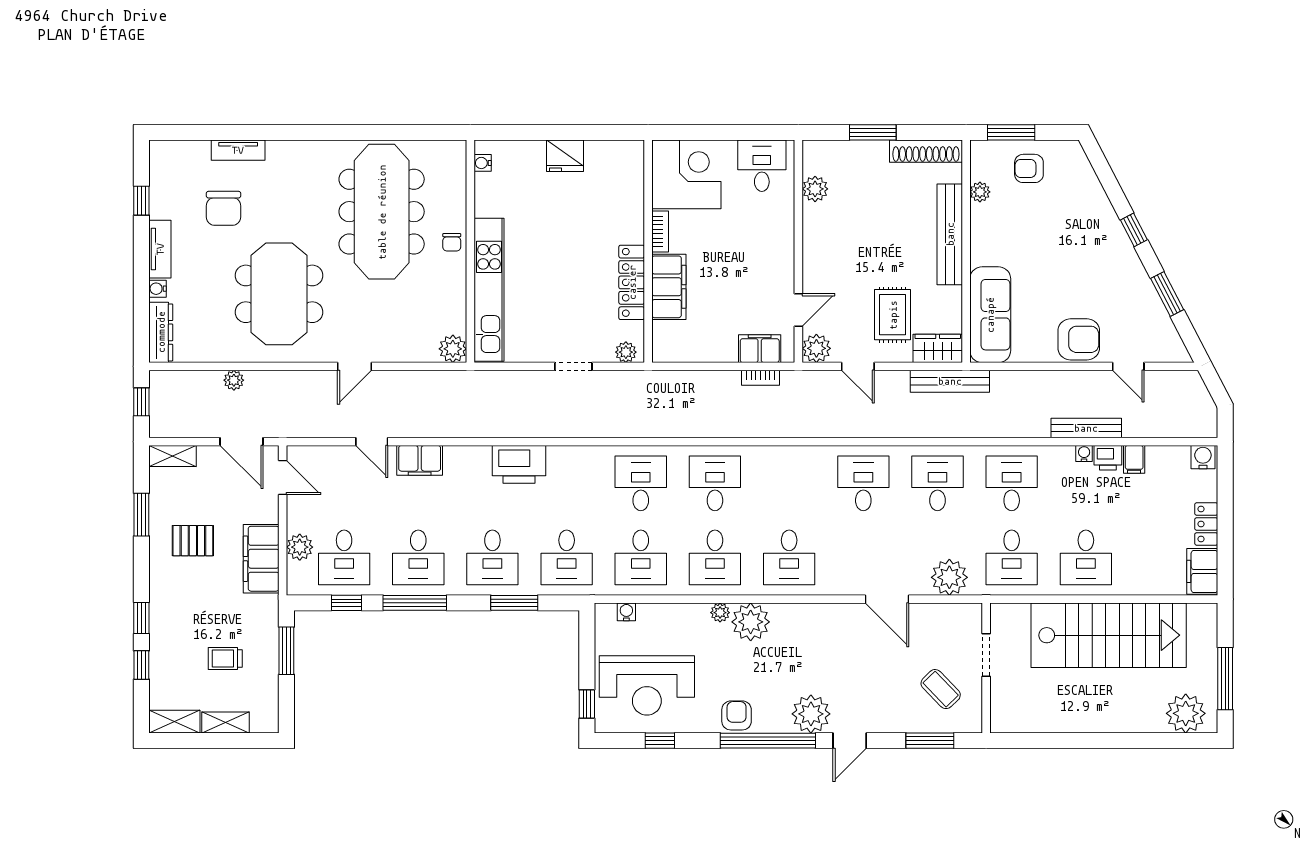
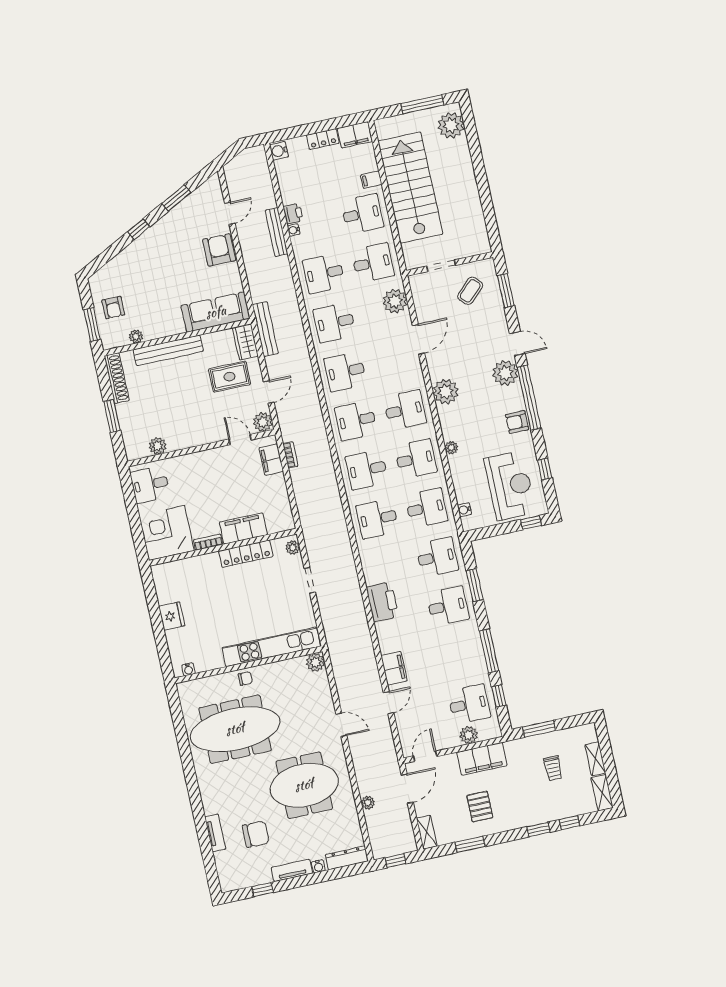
filing cabinet: (1134, 459) -> (371, 180), moved, turned 180
desk: (418, 557) -> (356, 421), moved, turned 180
plant: (751, 622) -> (446, 392), moved

